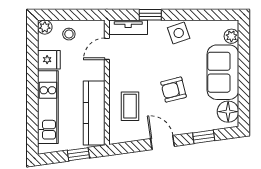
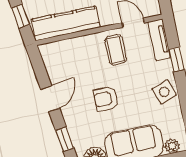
armchair: (173, 90) -> (106, 99), turned -76
coffee table: (130, 106) -> (116, 50), moved, turned 90

